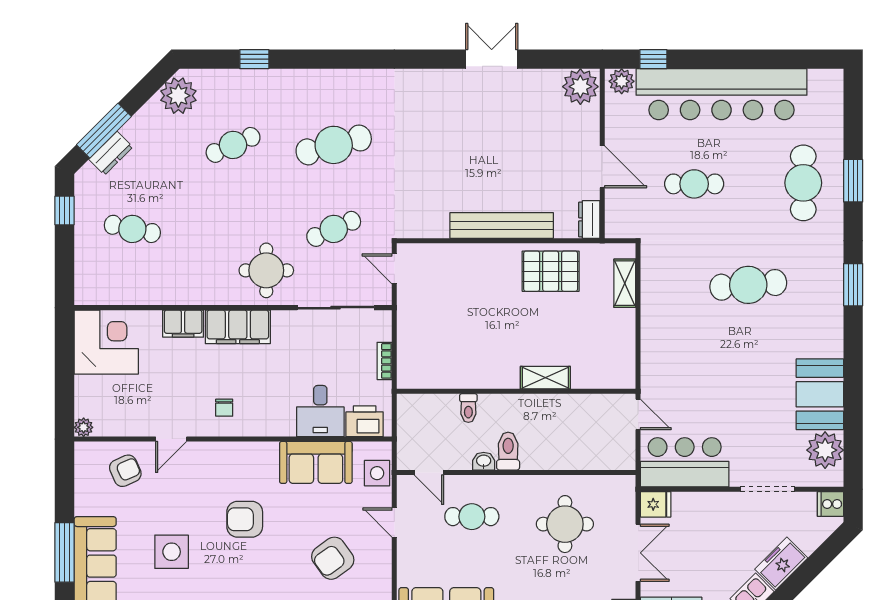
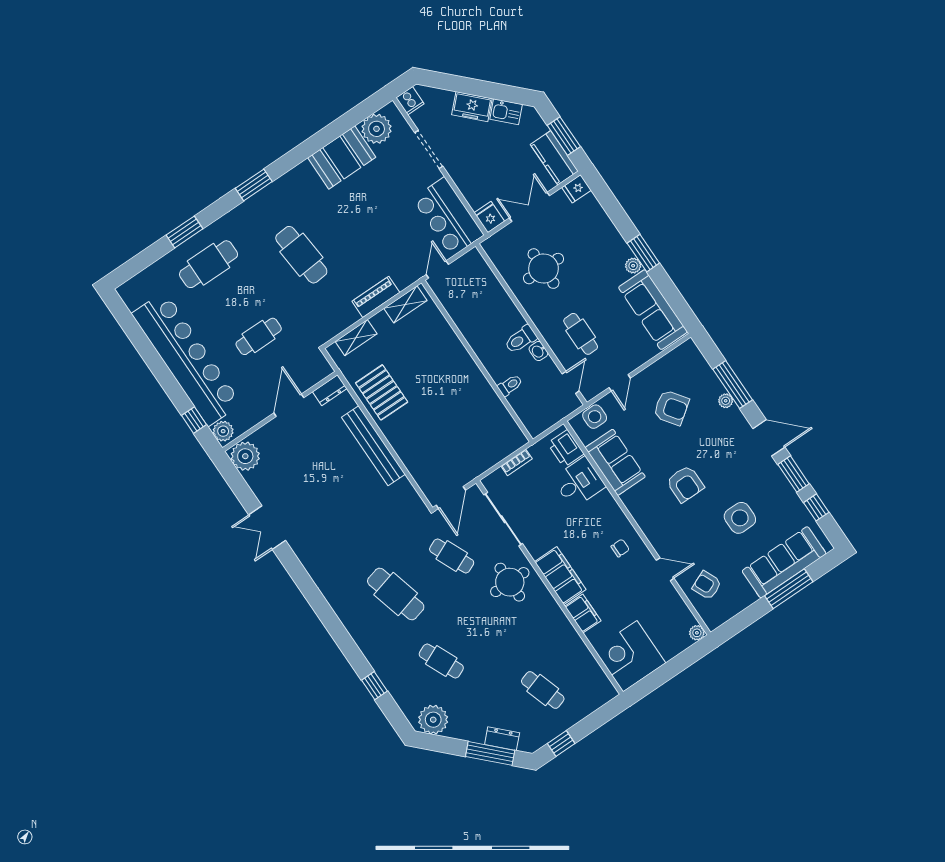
cafe table: (694, 184) -> (259, 336), turned 90
cafe table: (132, 229) -> (543, 690), turned -30
door: (394, 269) -> (451, 498), width x1.38
piano: (653, 332) -> (376, 297), added
shelving: (545, 378) -> (405, 304), moved, turned 90

